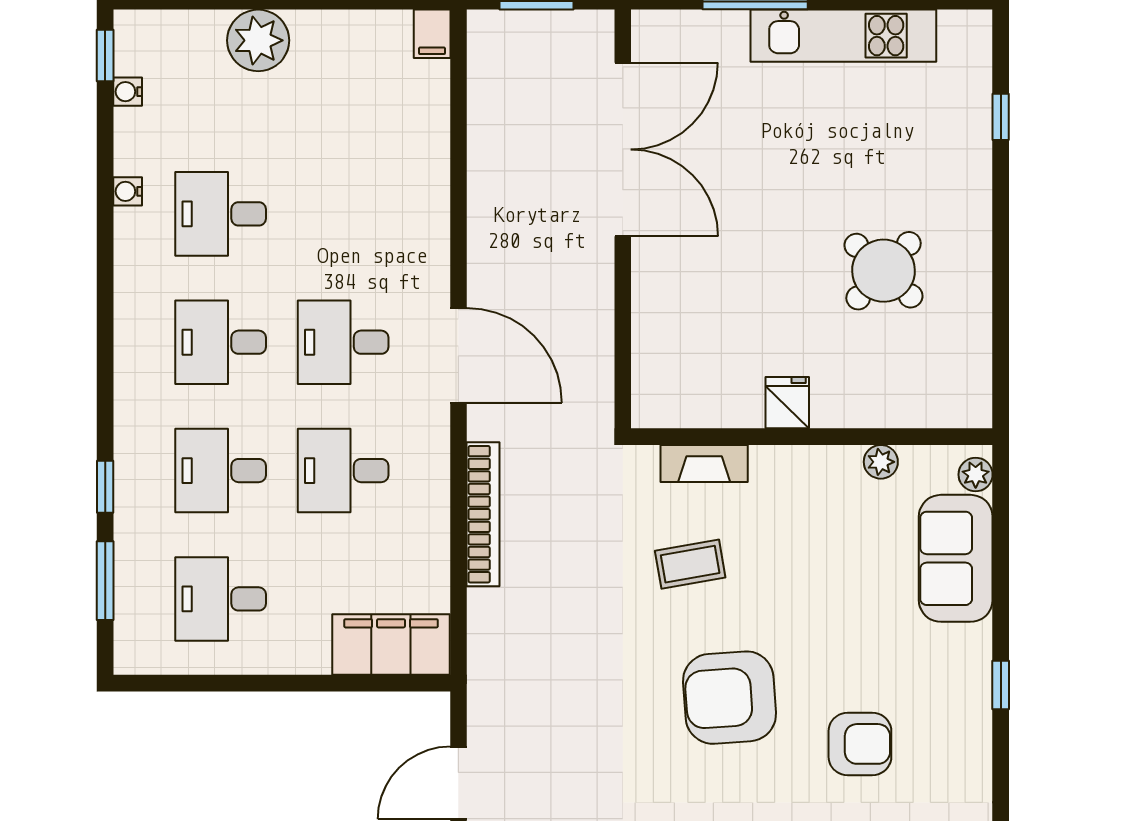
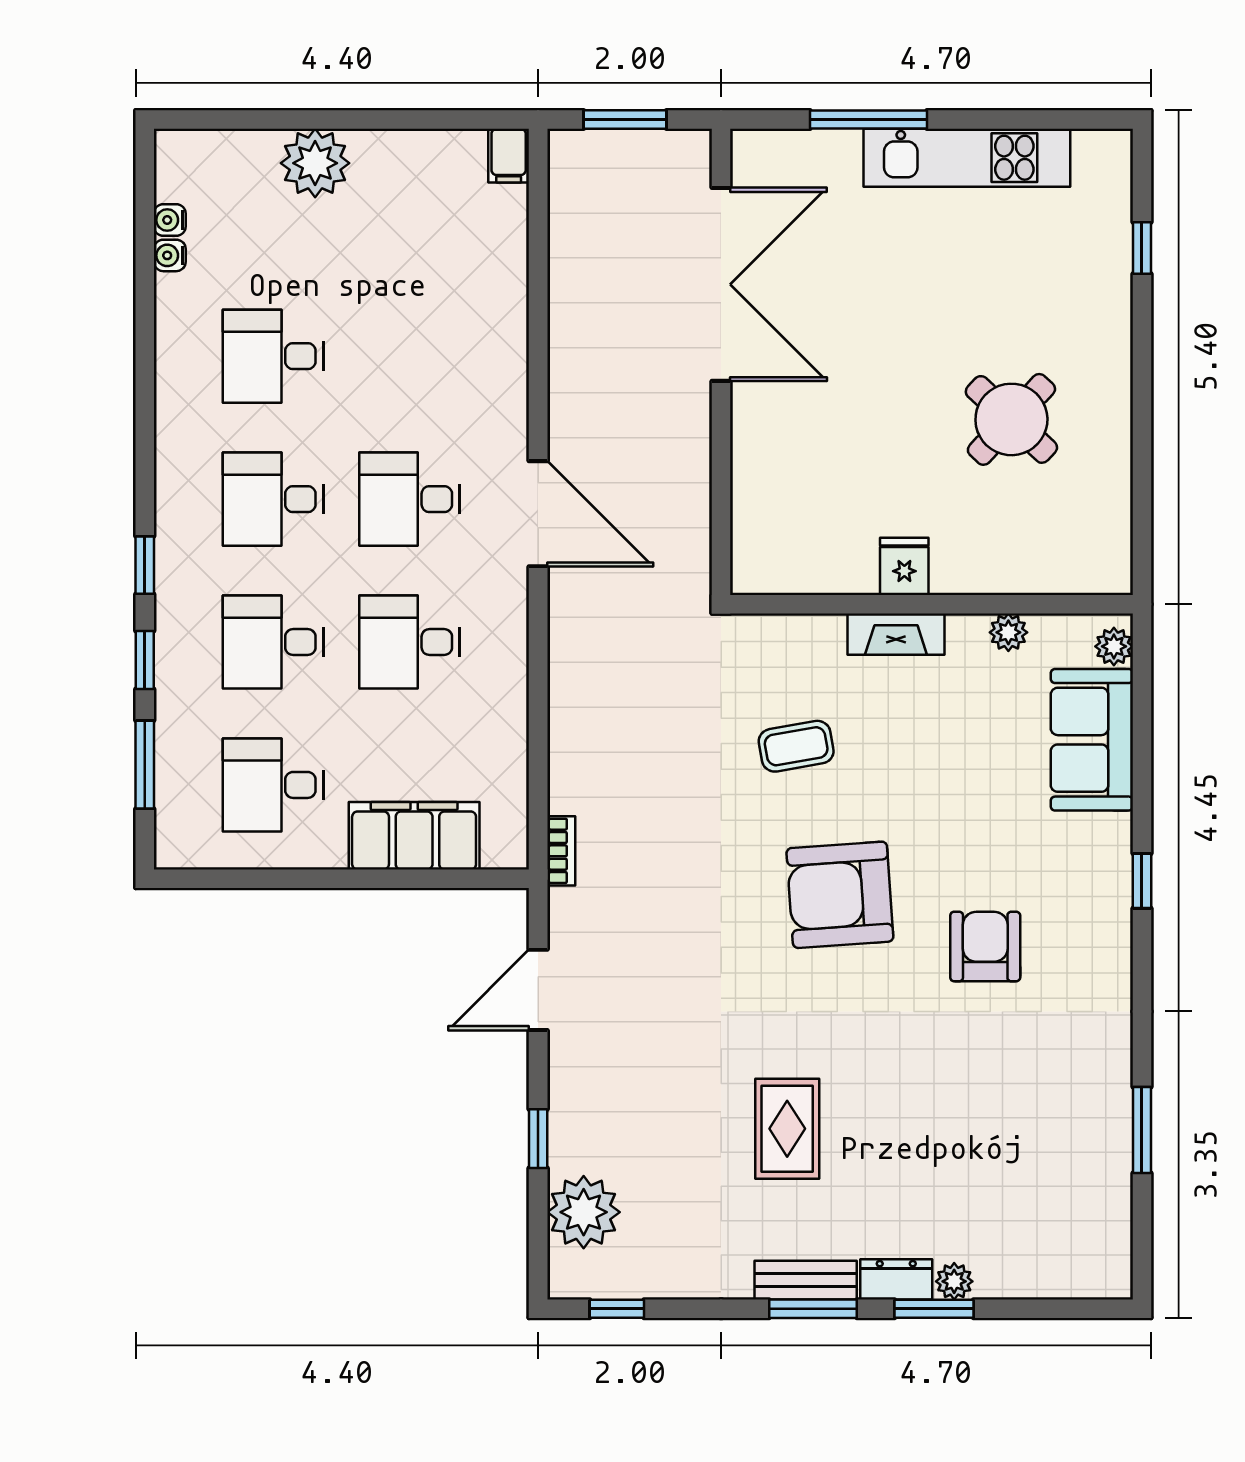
window: (105, 55) -> (145, 565), moved
water cooler: (128, 191) -> (170, 255), moved
fireplace: (704, 463) -> (896, 634), moved
bookcase: (483, 514) -> (561, 851), moved, width x0.43, depth x0.76
filing cabinet: (391, 645) -> (414, 836), moved
armchair: (860, 744) -> (985, 946), turned -90

